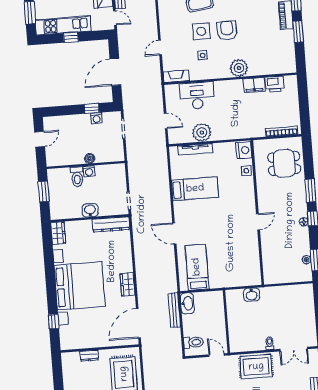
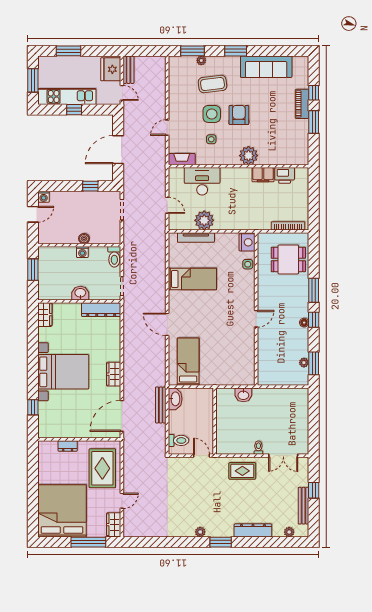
washing machine: (97, 118) -> (44, 197), moved
toilet: (77, 177) -> (114, 257), moved
bed with nightstands: (80, 286) -> (63, 372), width x0.73
rug: (256, 367) -> (242, 471), width x0.73, depth x0.70

